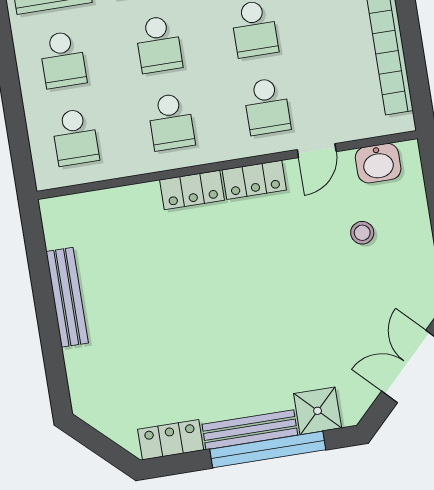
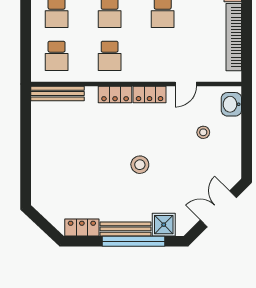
school desk: (267, 106) -> (163, 56), removed
washbasin: (378, 163) -> (231, 104), moved, turned 90
bench: (67, 297) -> (57, 94), moved, turned 90
stool: (257, 309) -> (140, 165), added

